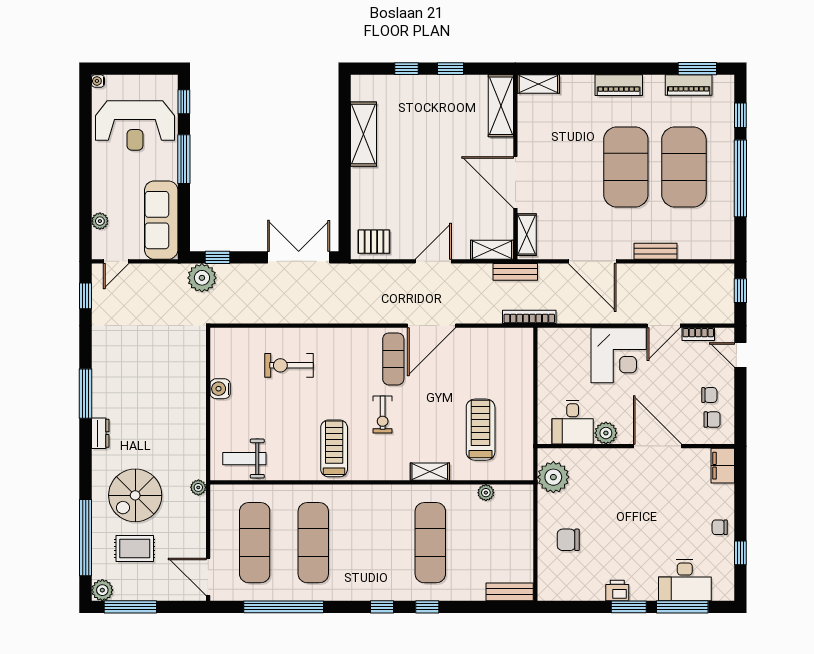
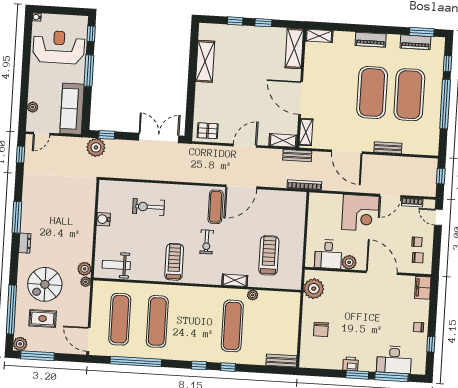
reception desk: (135, 126) -> (59, 47), turned 180
plant: (195, 468) -> (85, 269), added
plant: (486, 493) -> (253, 295), moved
chair: (568, 540) -> (321, 329), turned -90

